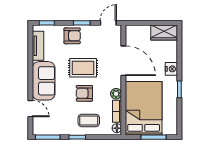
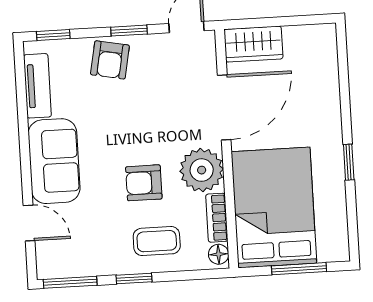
wardrobe: (164, 32) -> (253, 44), moved
armchair: (72, 36) -> (110, 60), turned 101
door: (123, 61) -> (224, 107), hinge flipped
rug: (83, 68) -> (138, 128), removed
nightstand: (171, 69) -> (329, 119), removed
plant: (116, 94) -> (202, 170), width x1.87, depth x1.87

